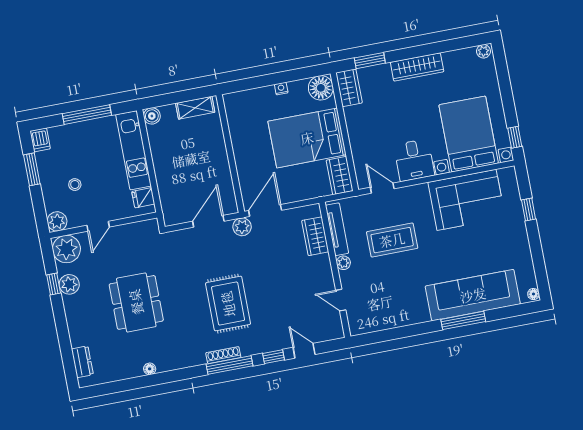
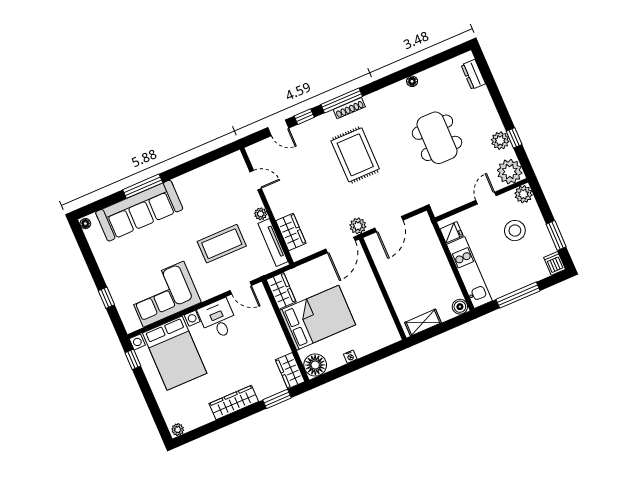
stool: (75, 185) -> (515, 231), width x1.89, depth x1.89

